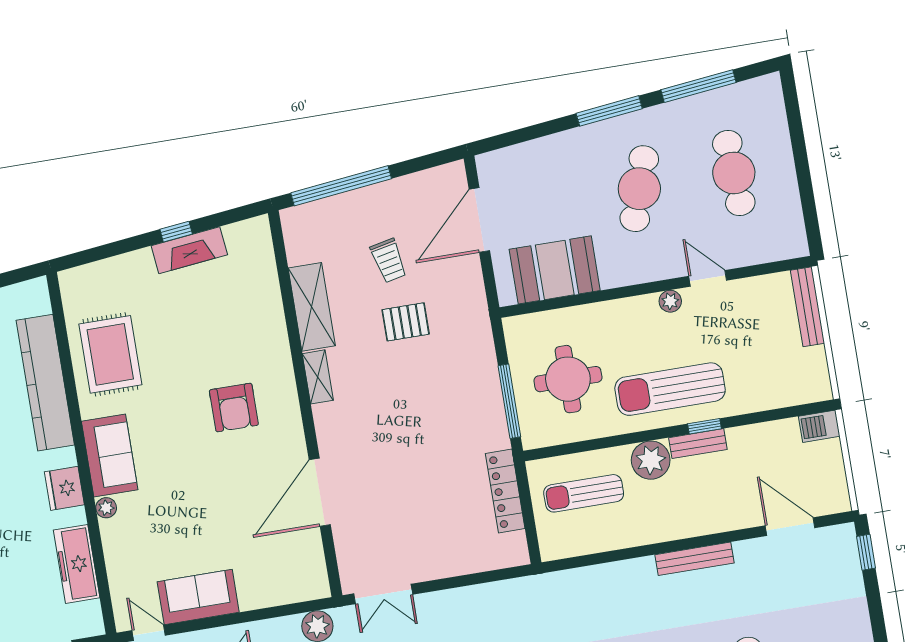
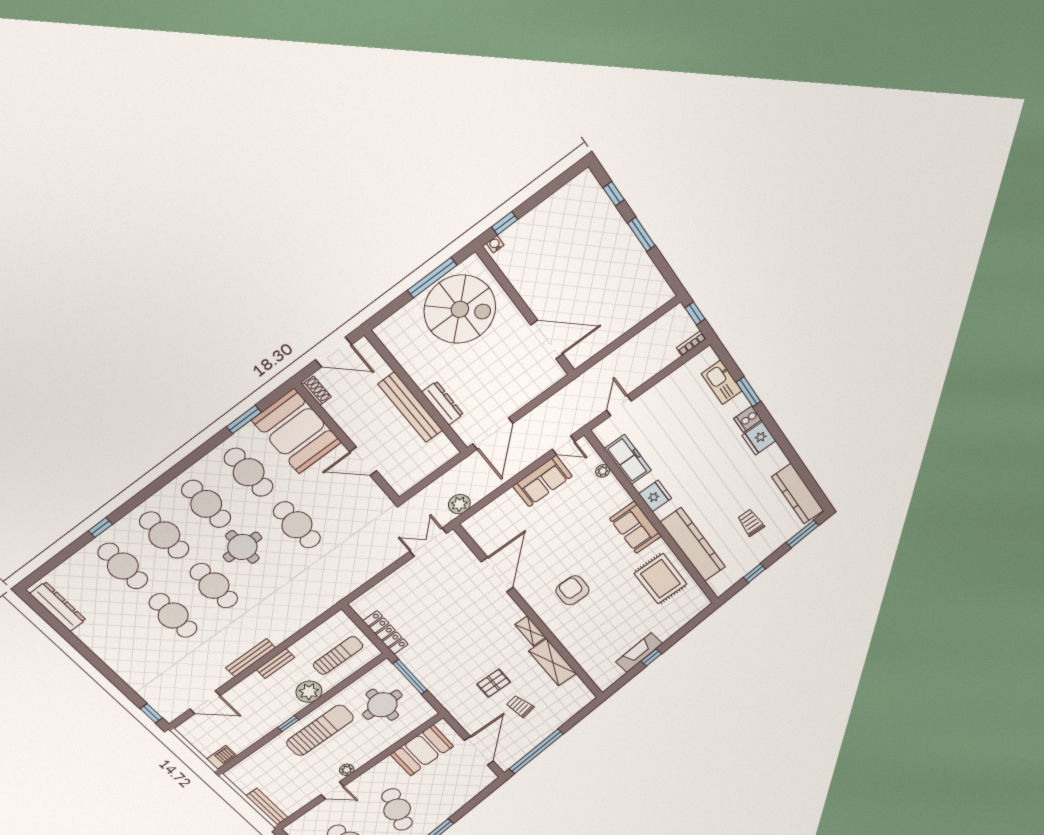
window: (341, 186) -> (536, 751), moved
bench: (698, 444) -> (275, 664), moved
plant: (106, 508) -> (603, 471), moved

